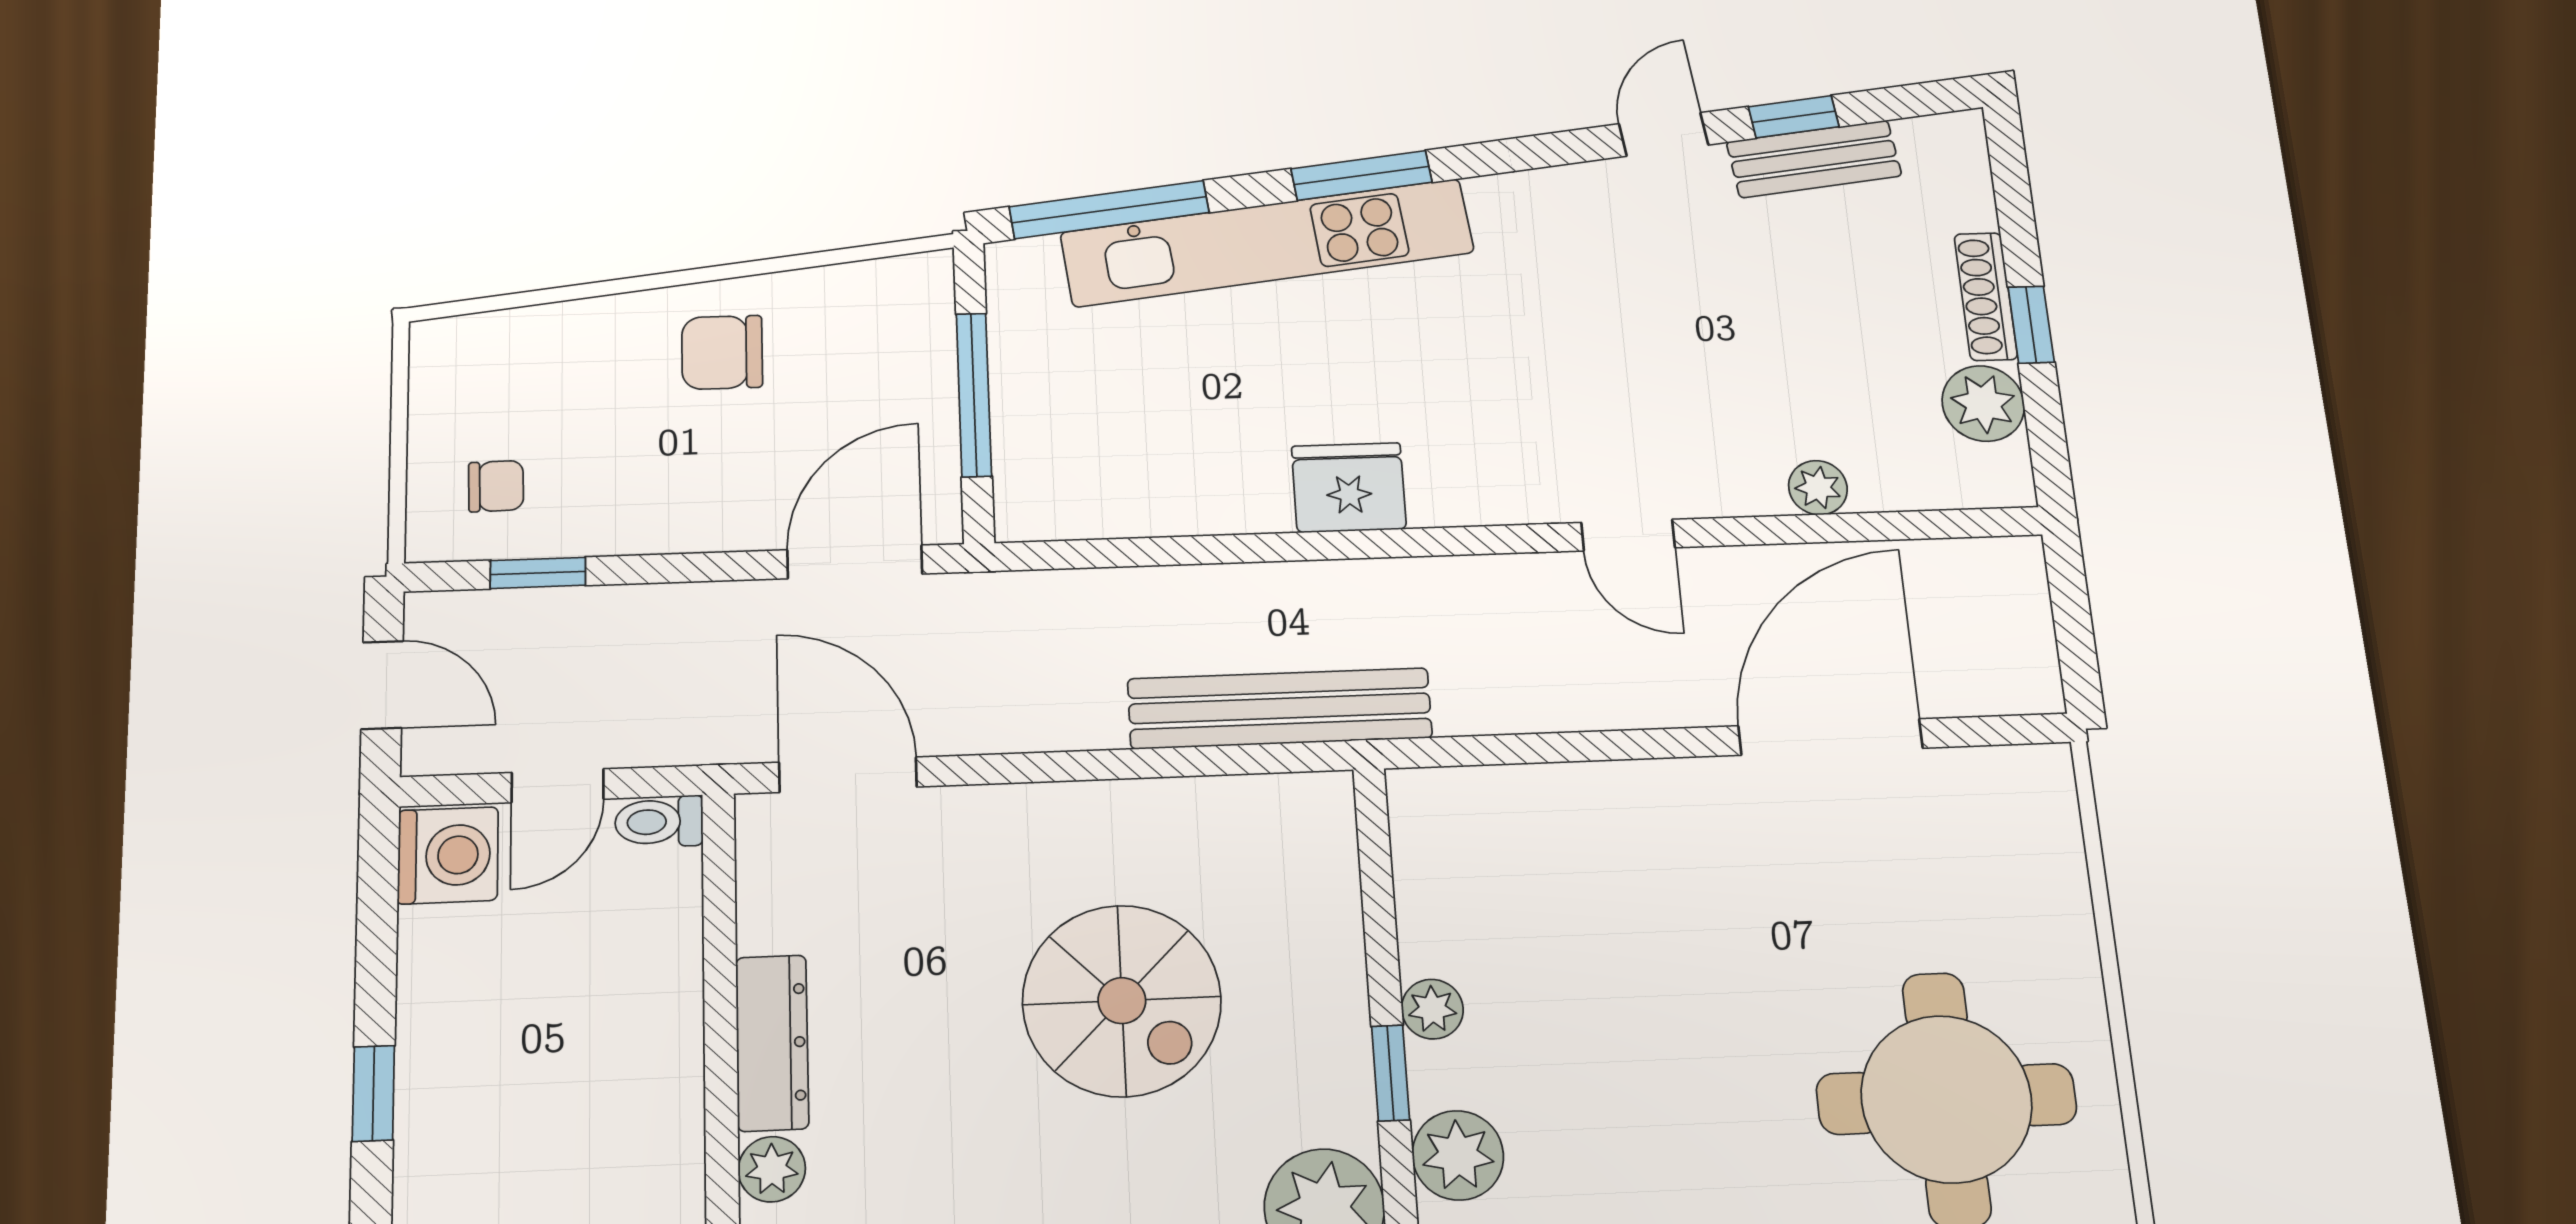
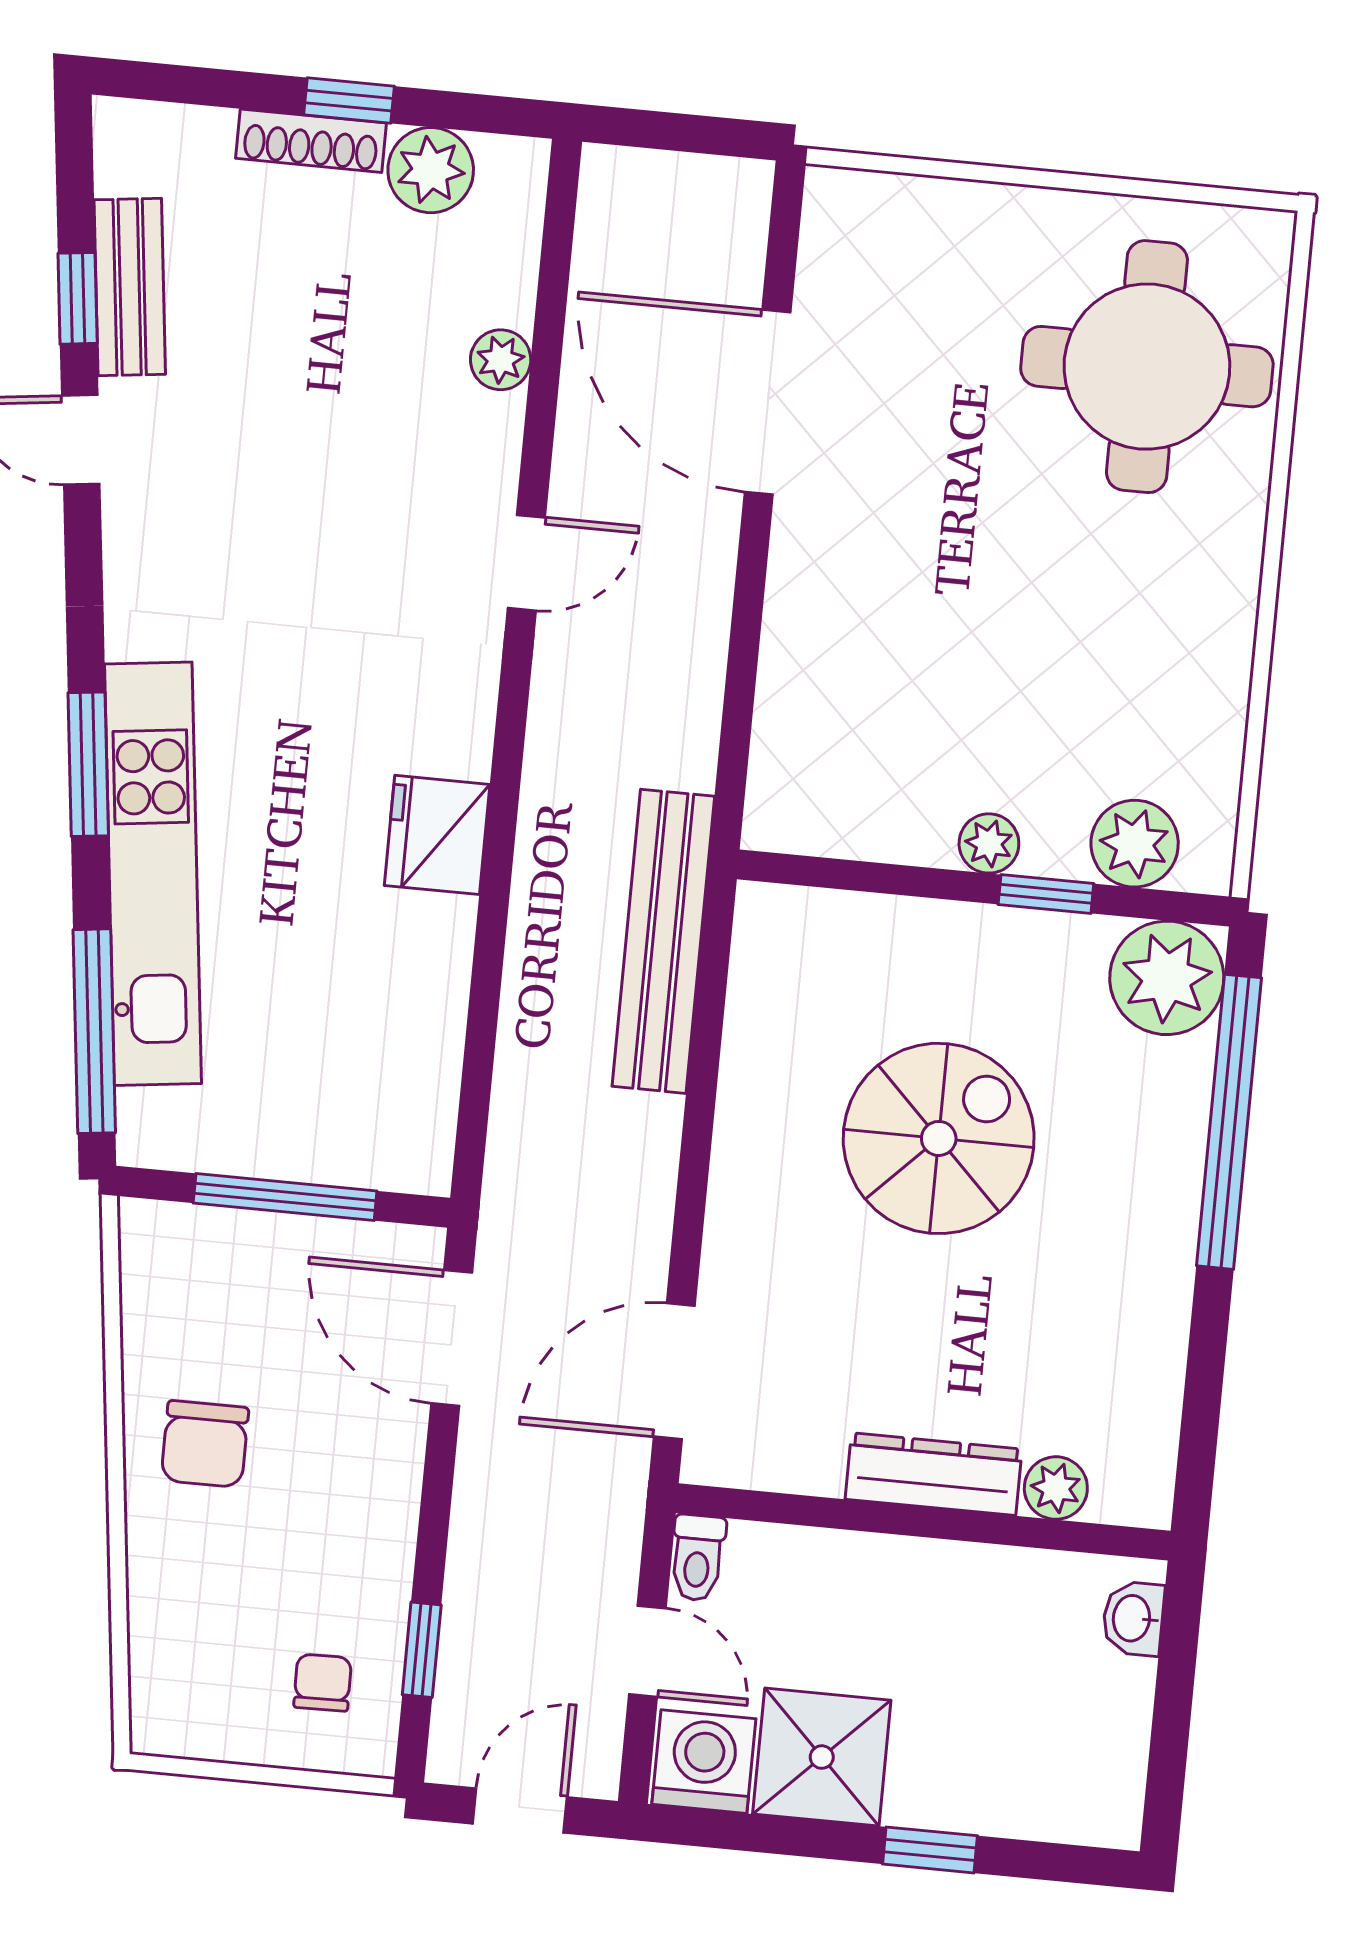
shower: (463, 971) -> (822, 1757), added

